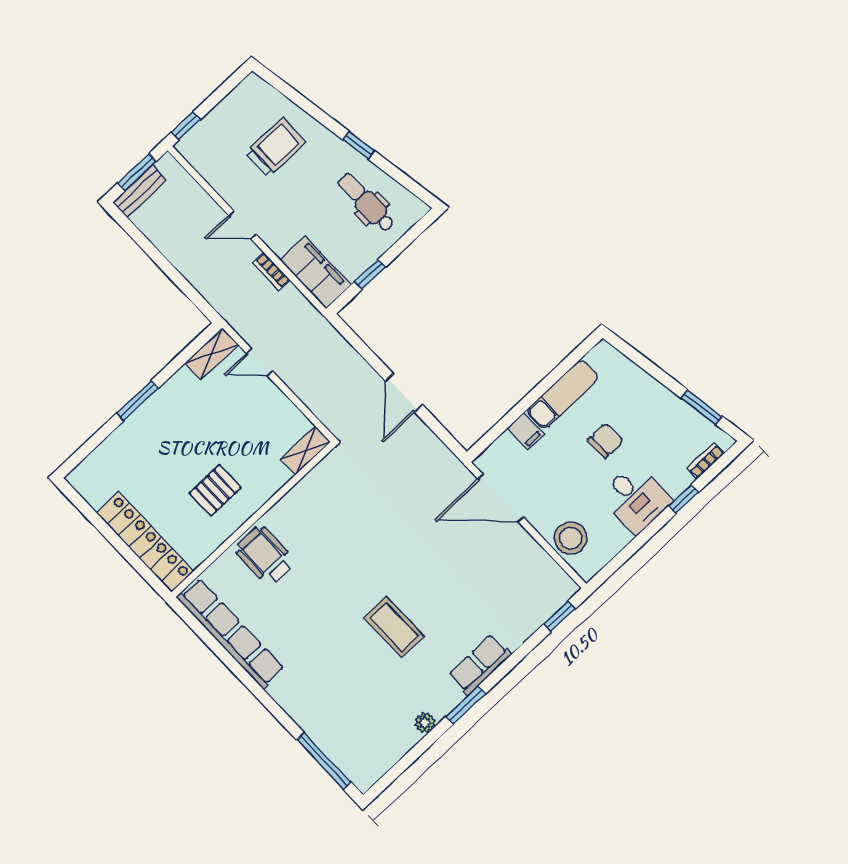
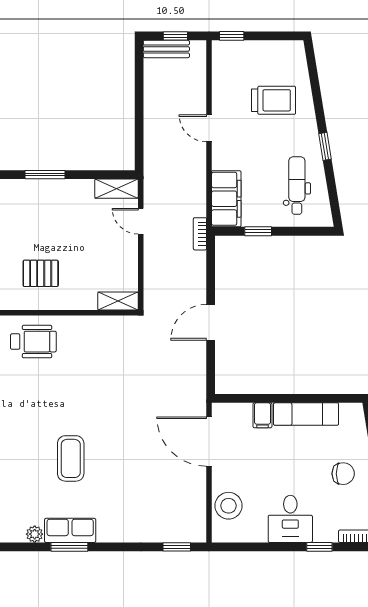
window: (137, 172) -> (175, 36), width x0.67
bookcase: (271, 272) -> (200, 234), moved
chair: (606, 441) -> (343, 474), moved
wheelchair: (265, 556) -> (33, 342), turned 90
row of seats: (480, 665) -> (70, 530), moved

